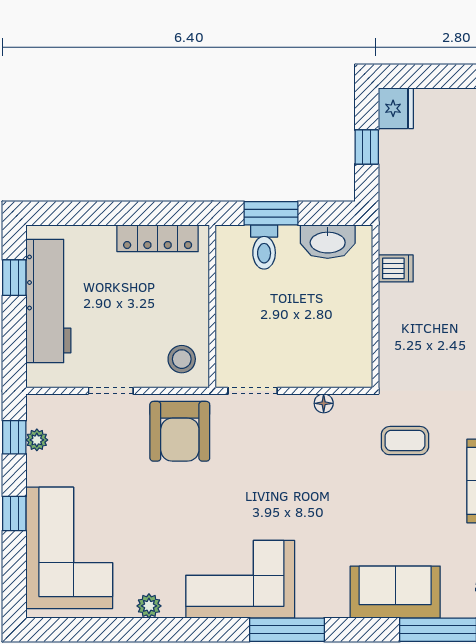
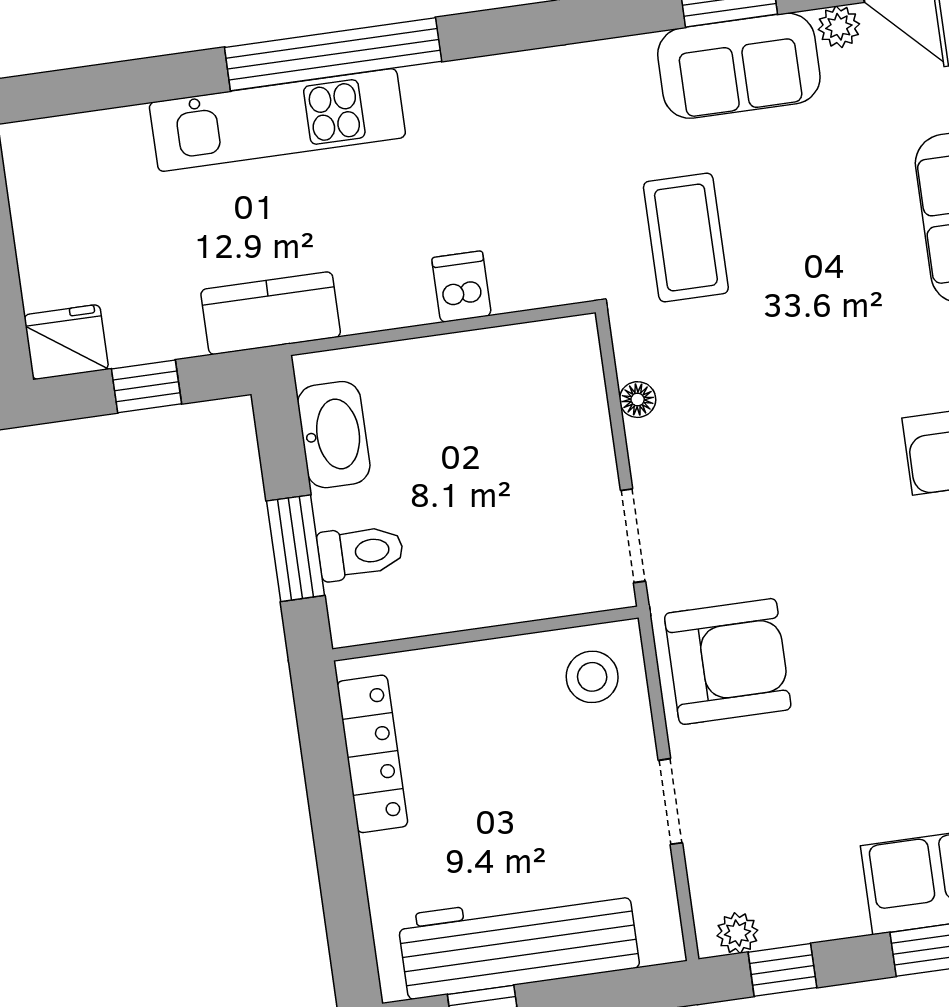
kitchen counter: (396, 217) -> (271, 313), added
dishwasher: (396, 268) -> (461, 287), moved
plant: (37, 440) -> (737, 933), moved
coffee table: (405, 441) -> (686, 238), width x1.36, depth x1.30

